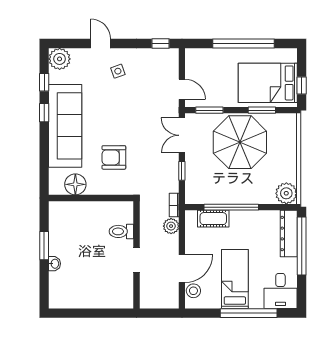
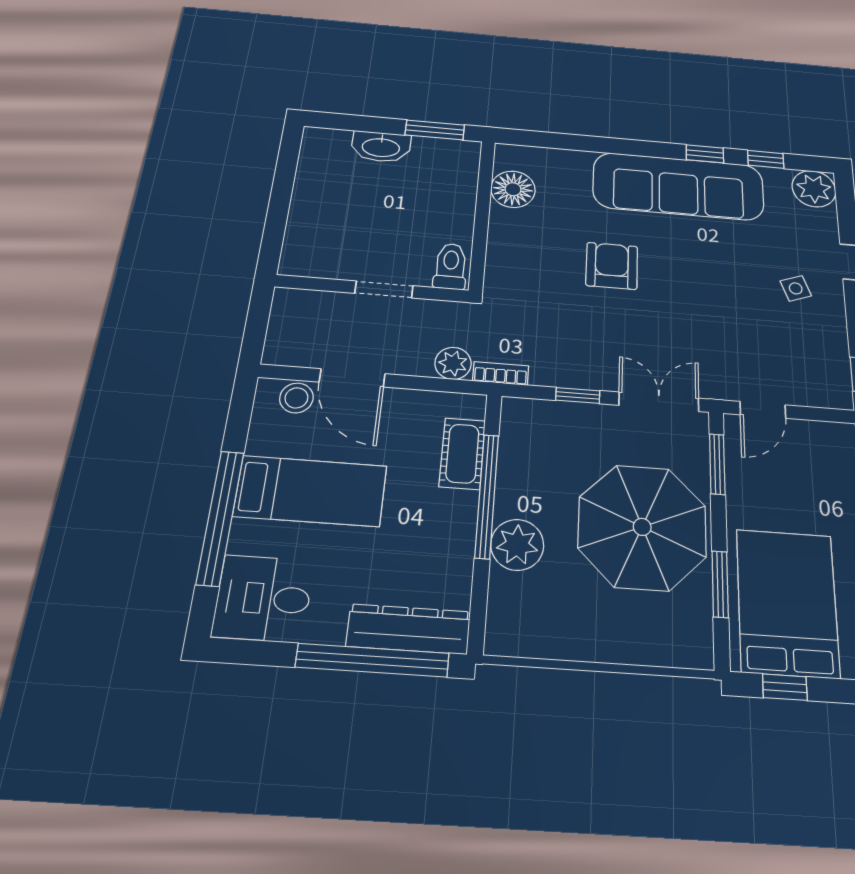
floor lamp: (75, 184) -> (513, 189), moved
plant: (286, 193) -> (517, 545), moved
wall: (91, 198) -> (482, 214), moved
washbasin: (55, 264) -> (381, 147), width x1.91, depth x1.45

